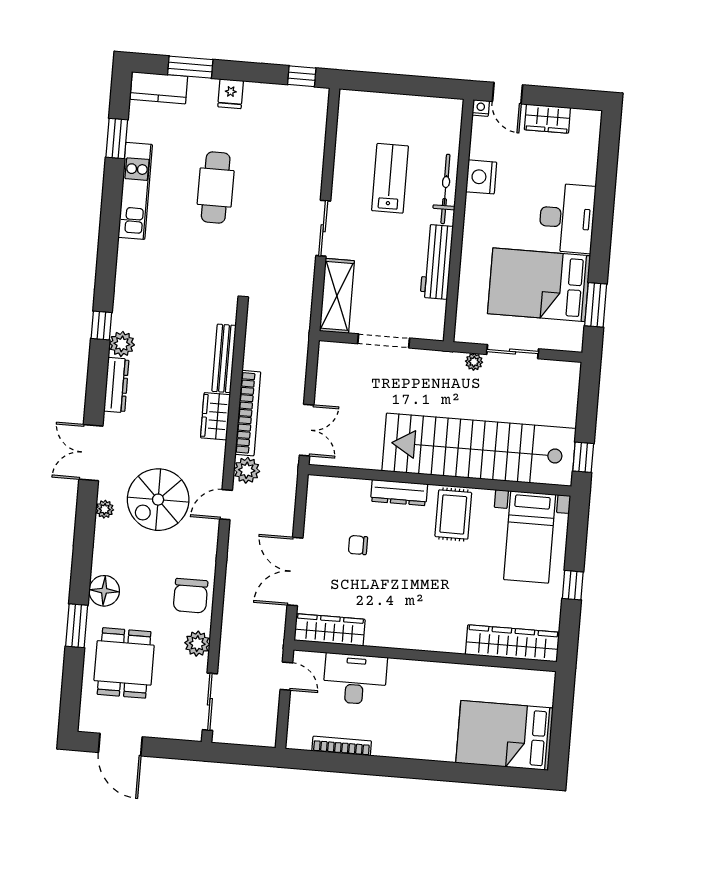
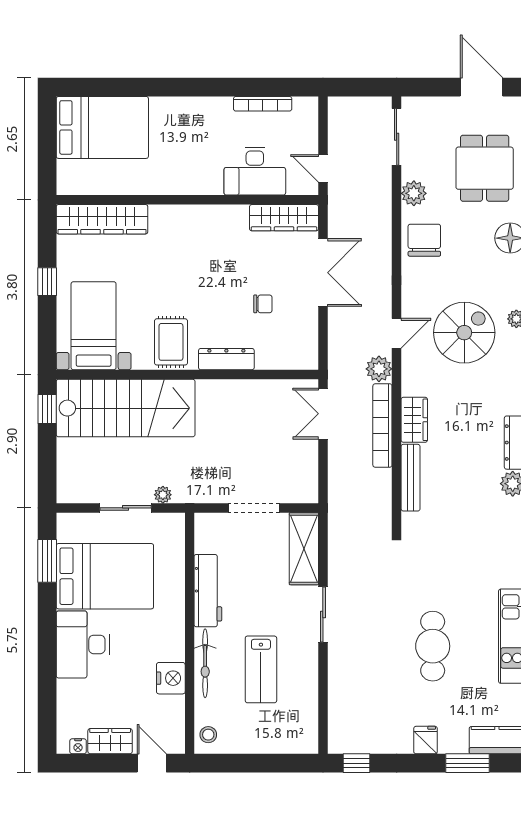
nightstand: (481, 108) -> (78, 746), moved
stool: (448, 117) -> (208, 735), added
stairs: (479, 450) -> (126, 408), width x0.73

